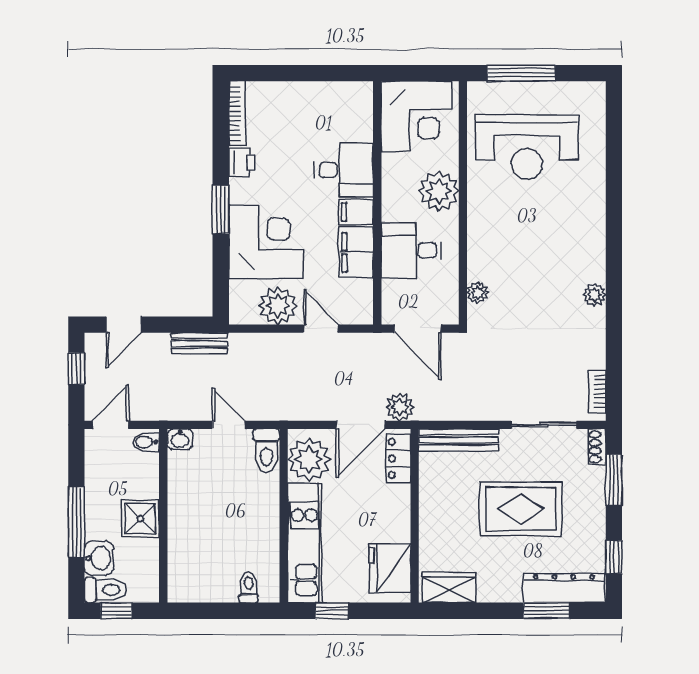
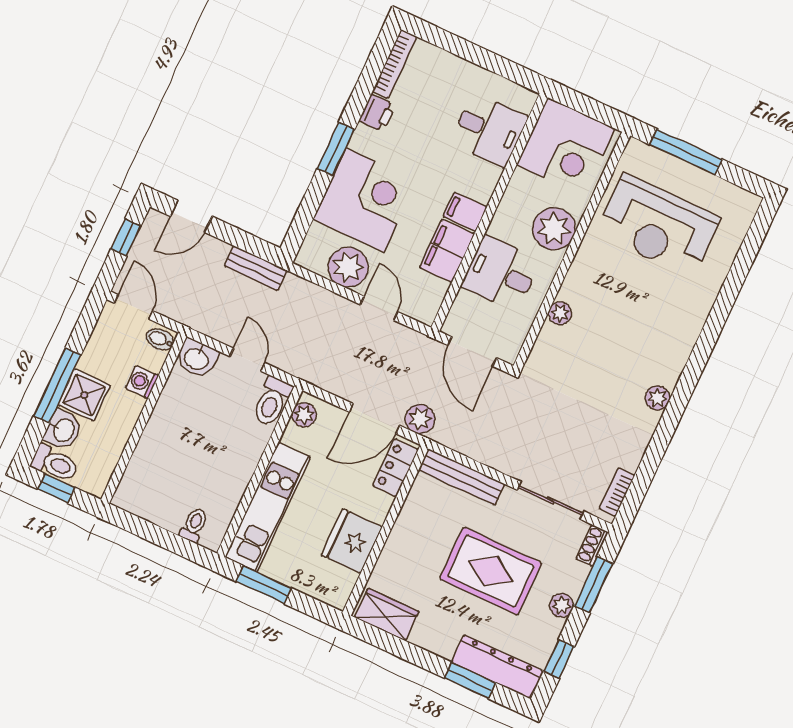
desk: (344, 170) -> (489, 130), moved
plant: (478, 293) -> (560, 313), moved
door: (110, 425) -> (134, 307), hinge flipped
washbasin: (180, 439) -> (197, 358), width x1.38, depth x1.45
plant: (309, 459) -> (304, 415), width x0.53, depth x0.53
washing machine: (147, 486) -> (142, 382), added
plant: (595, 510) -> (562, 605), added
shower: (140, 519) -> (84, 395), moved
fridge: (390, 568) -> (352, 541), moved
window: (332, 611) -> (264, 585), width x1.50

